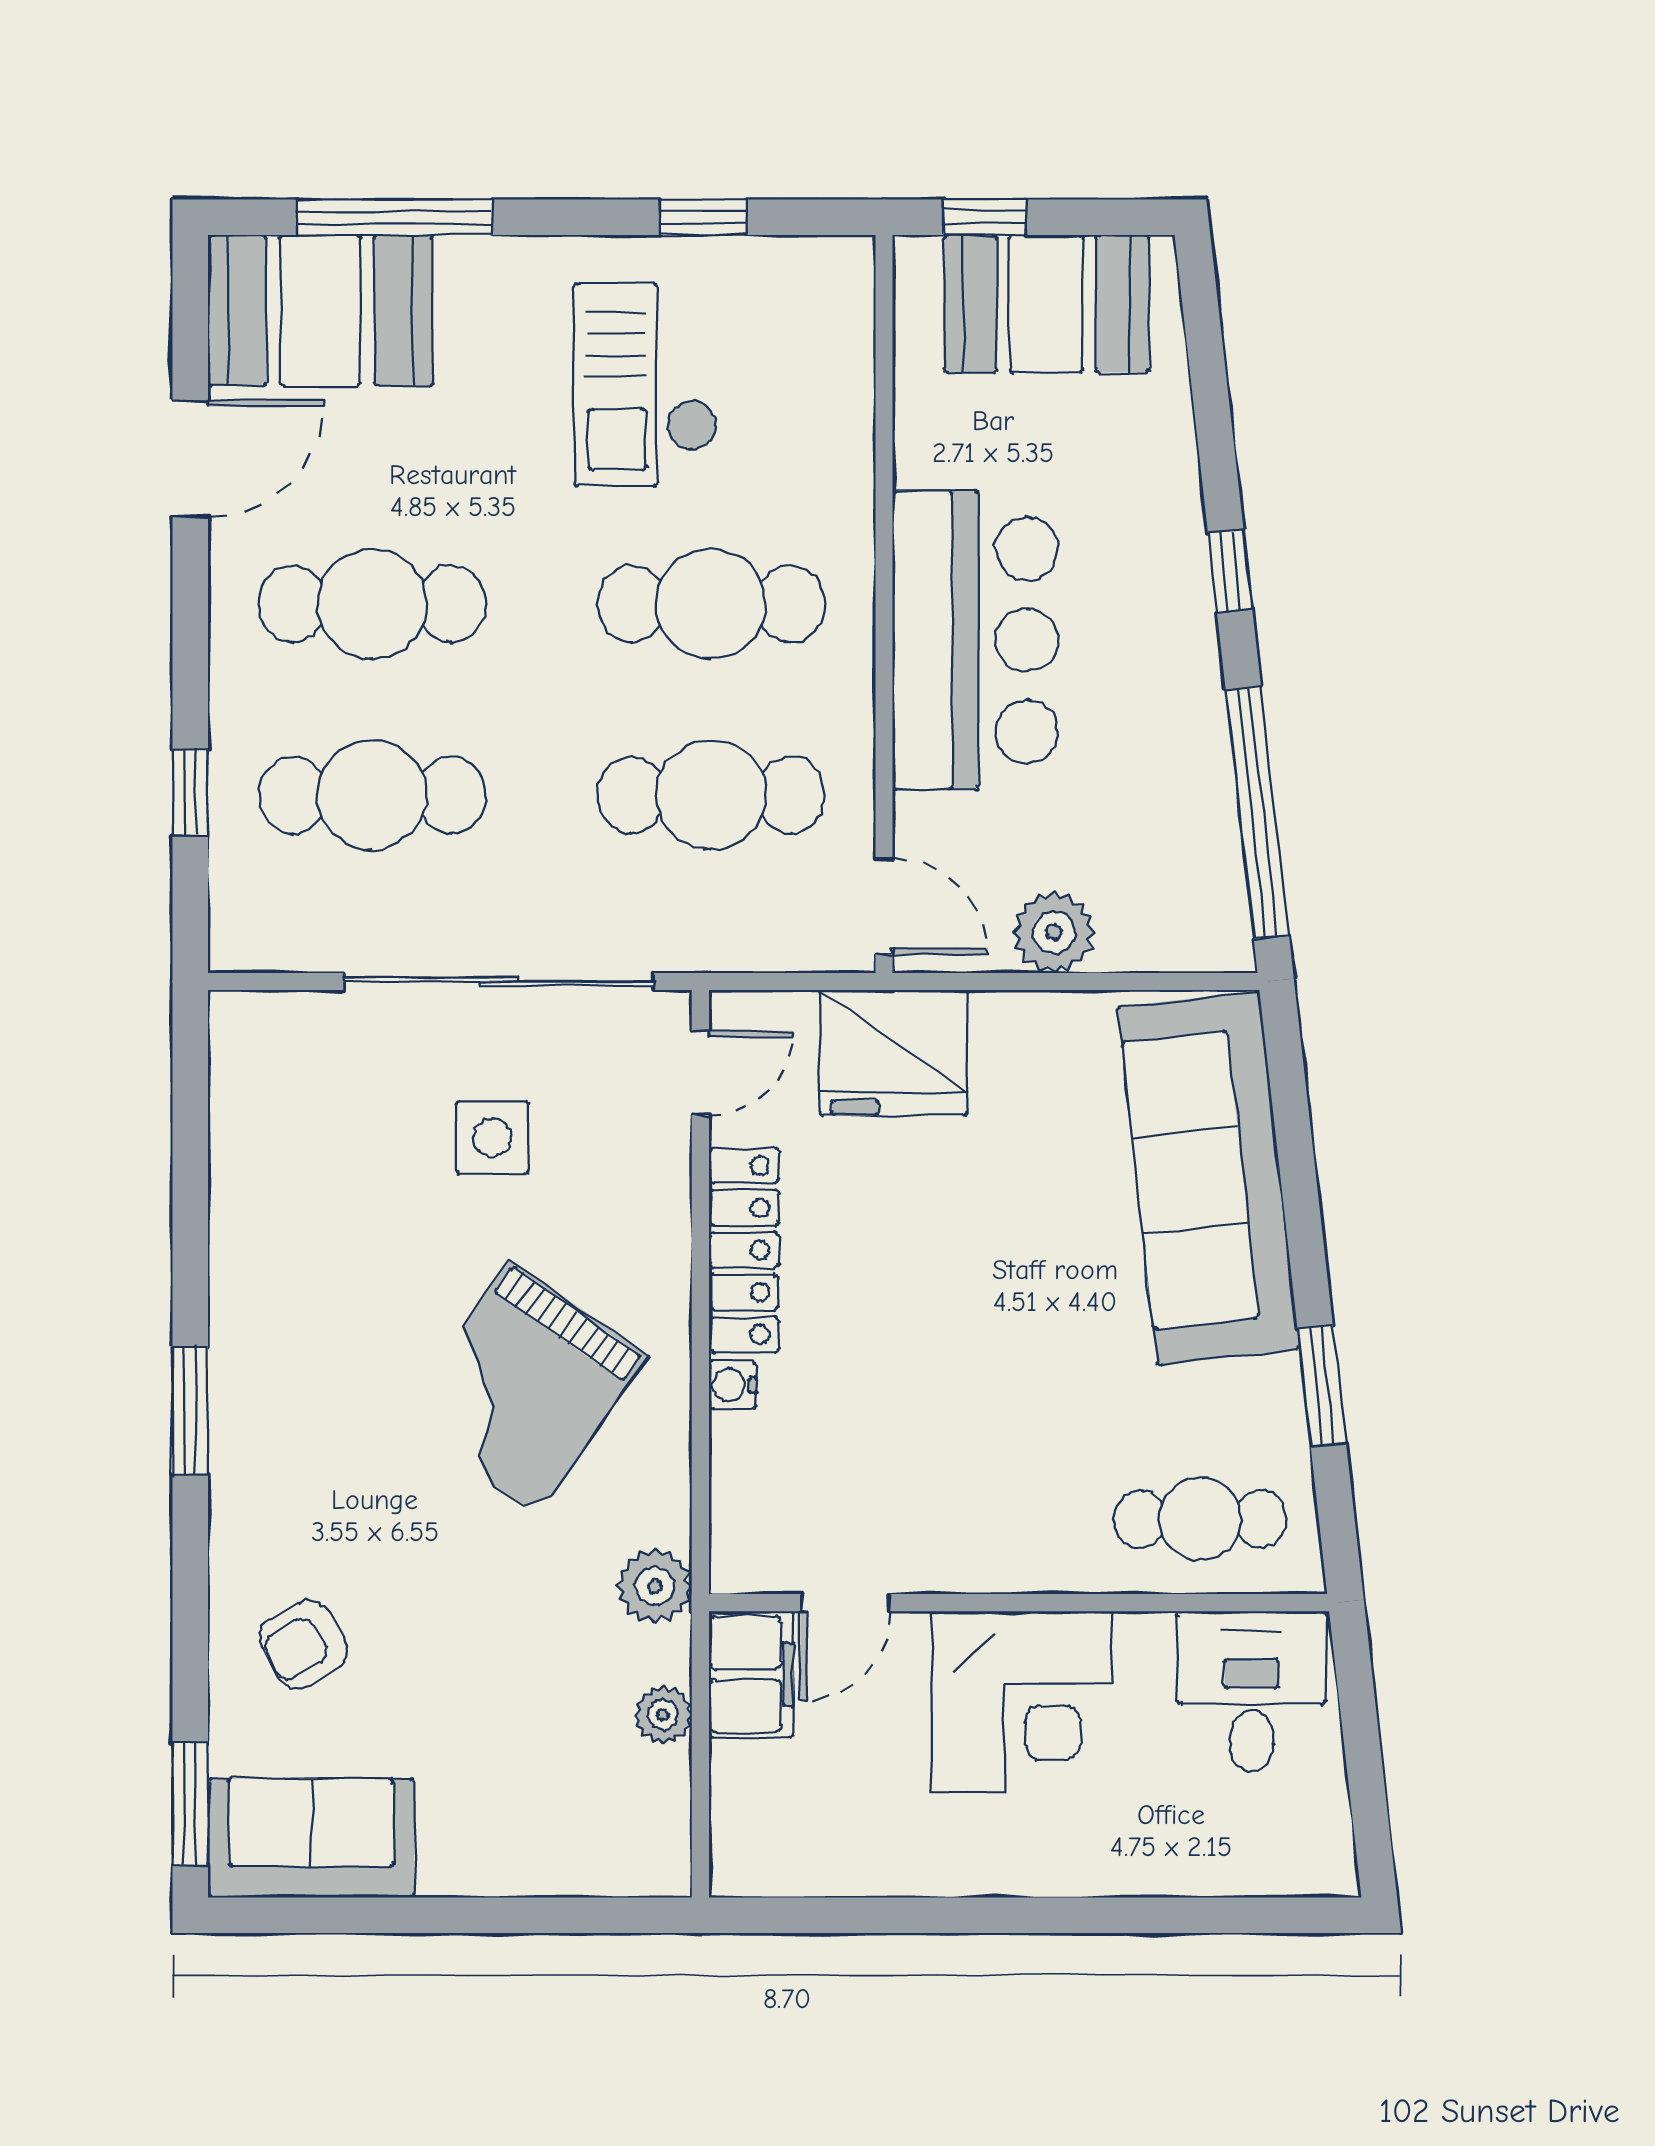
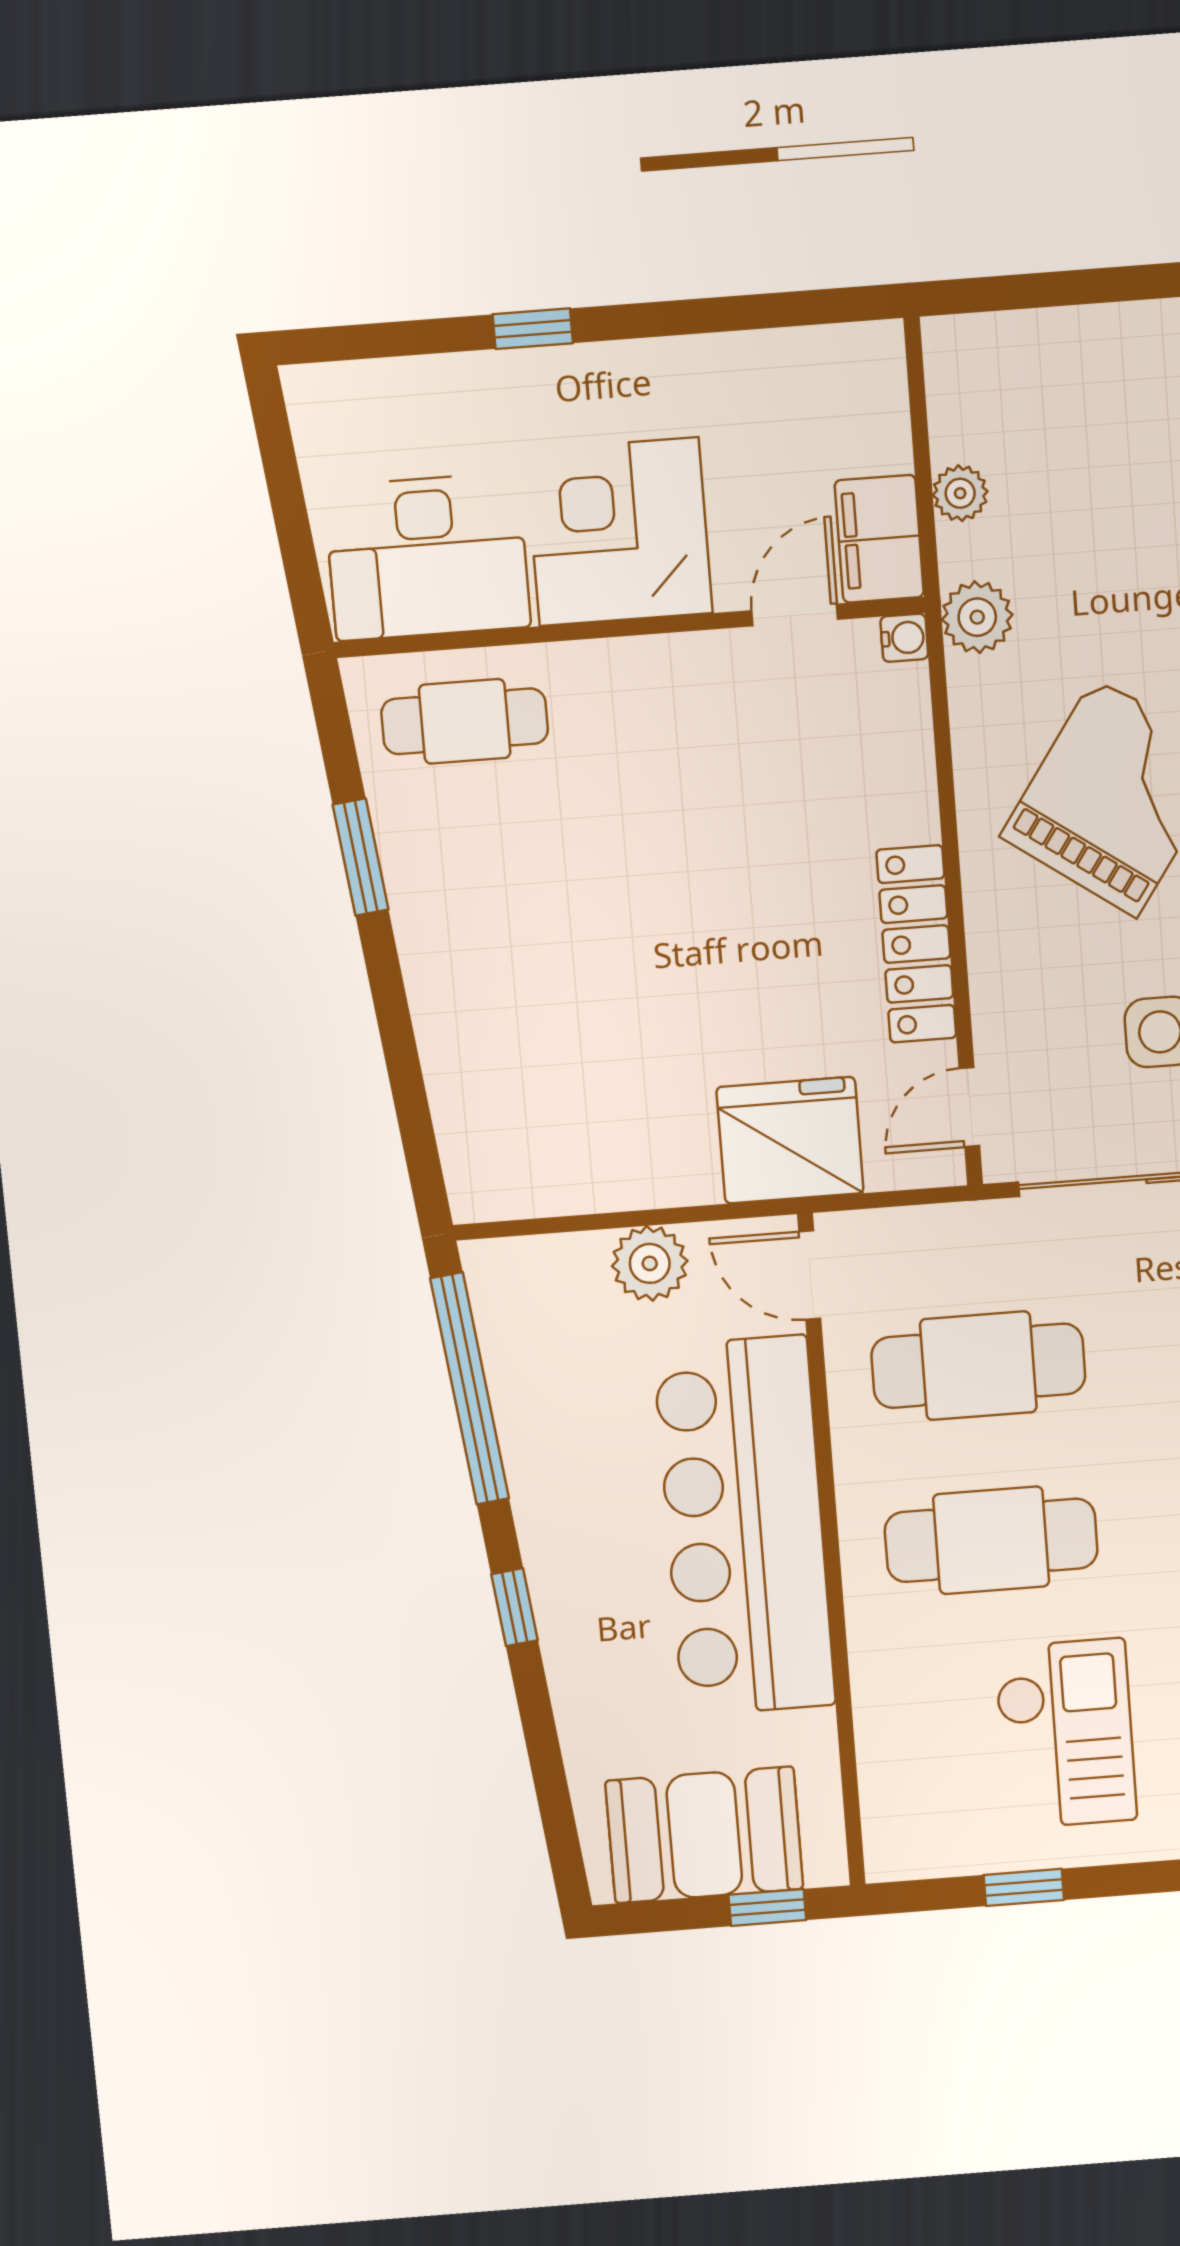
bar counter: (975, 640) -> (745, 1526), width x1.36
sofa: (1209, 1178) -> (485, 1045), removed
water cooler: (733, 1385) -> (904, 638), moved
desk: (1251, 1691) -> (427, 557), width x1.37
window: (1094, 1915) -> (533, 329), added

